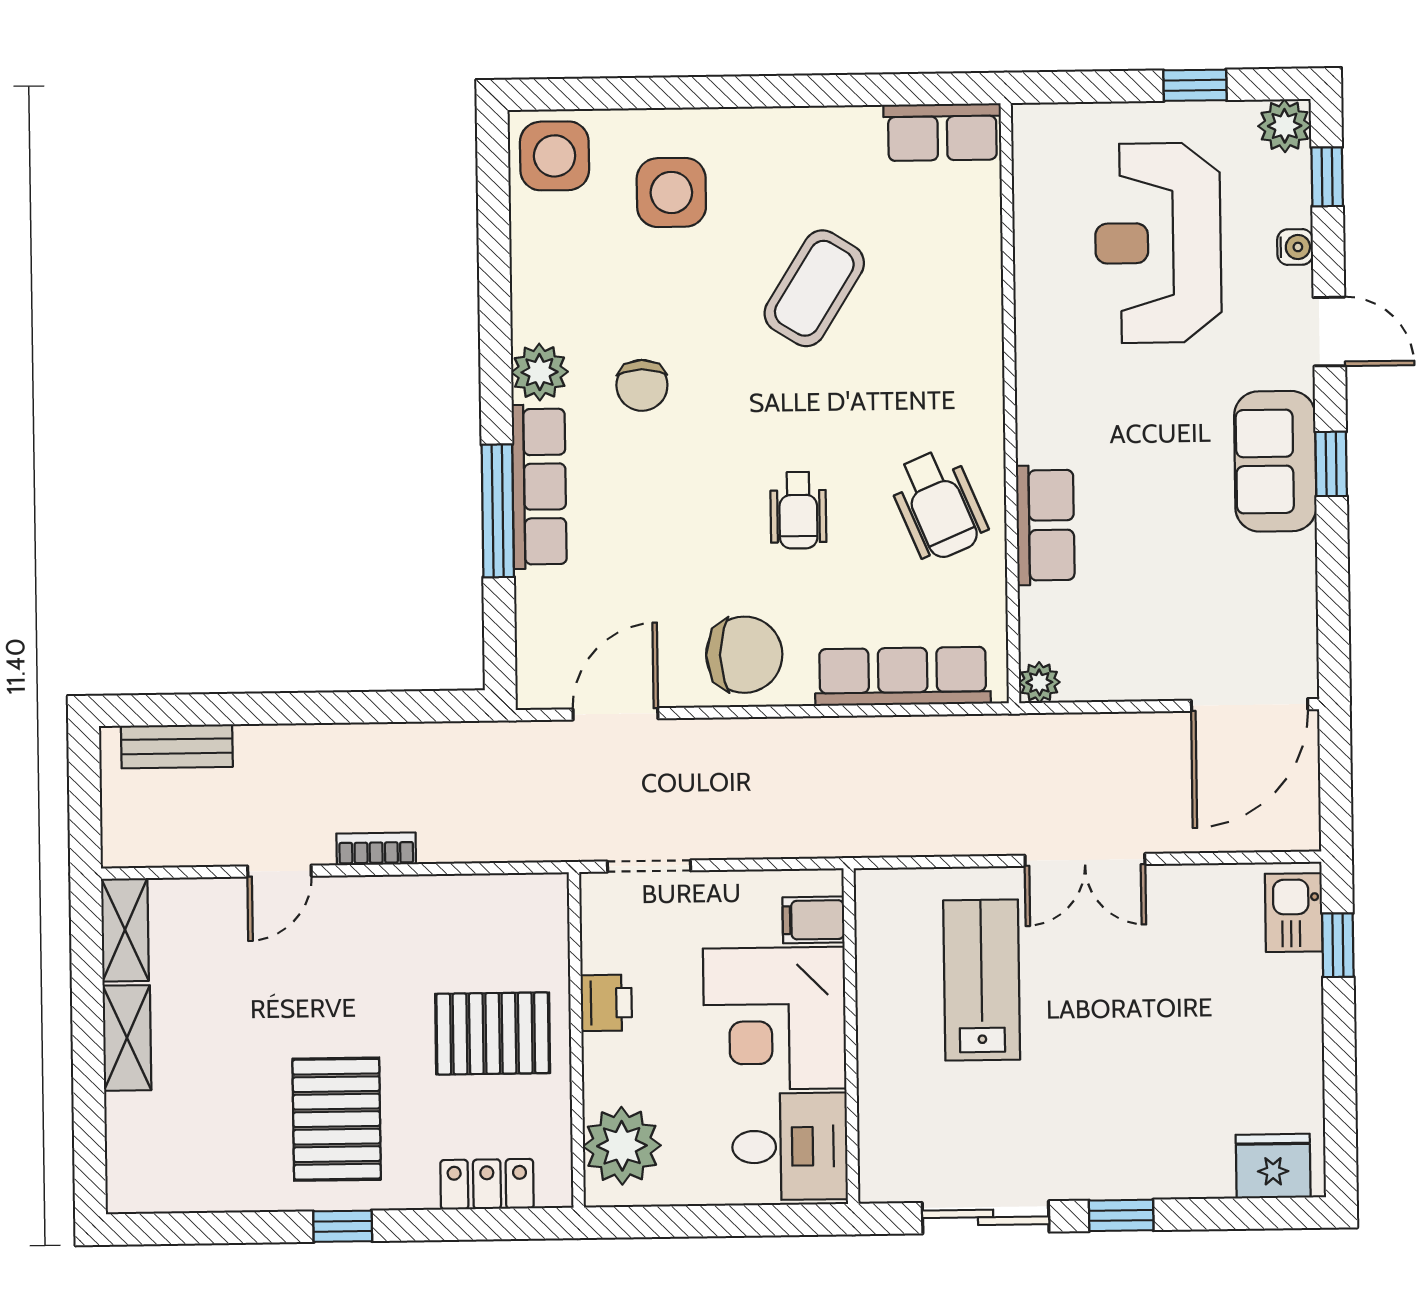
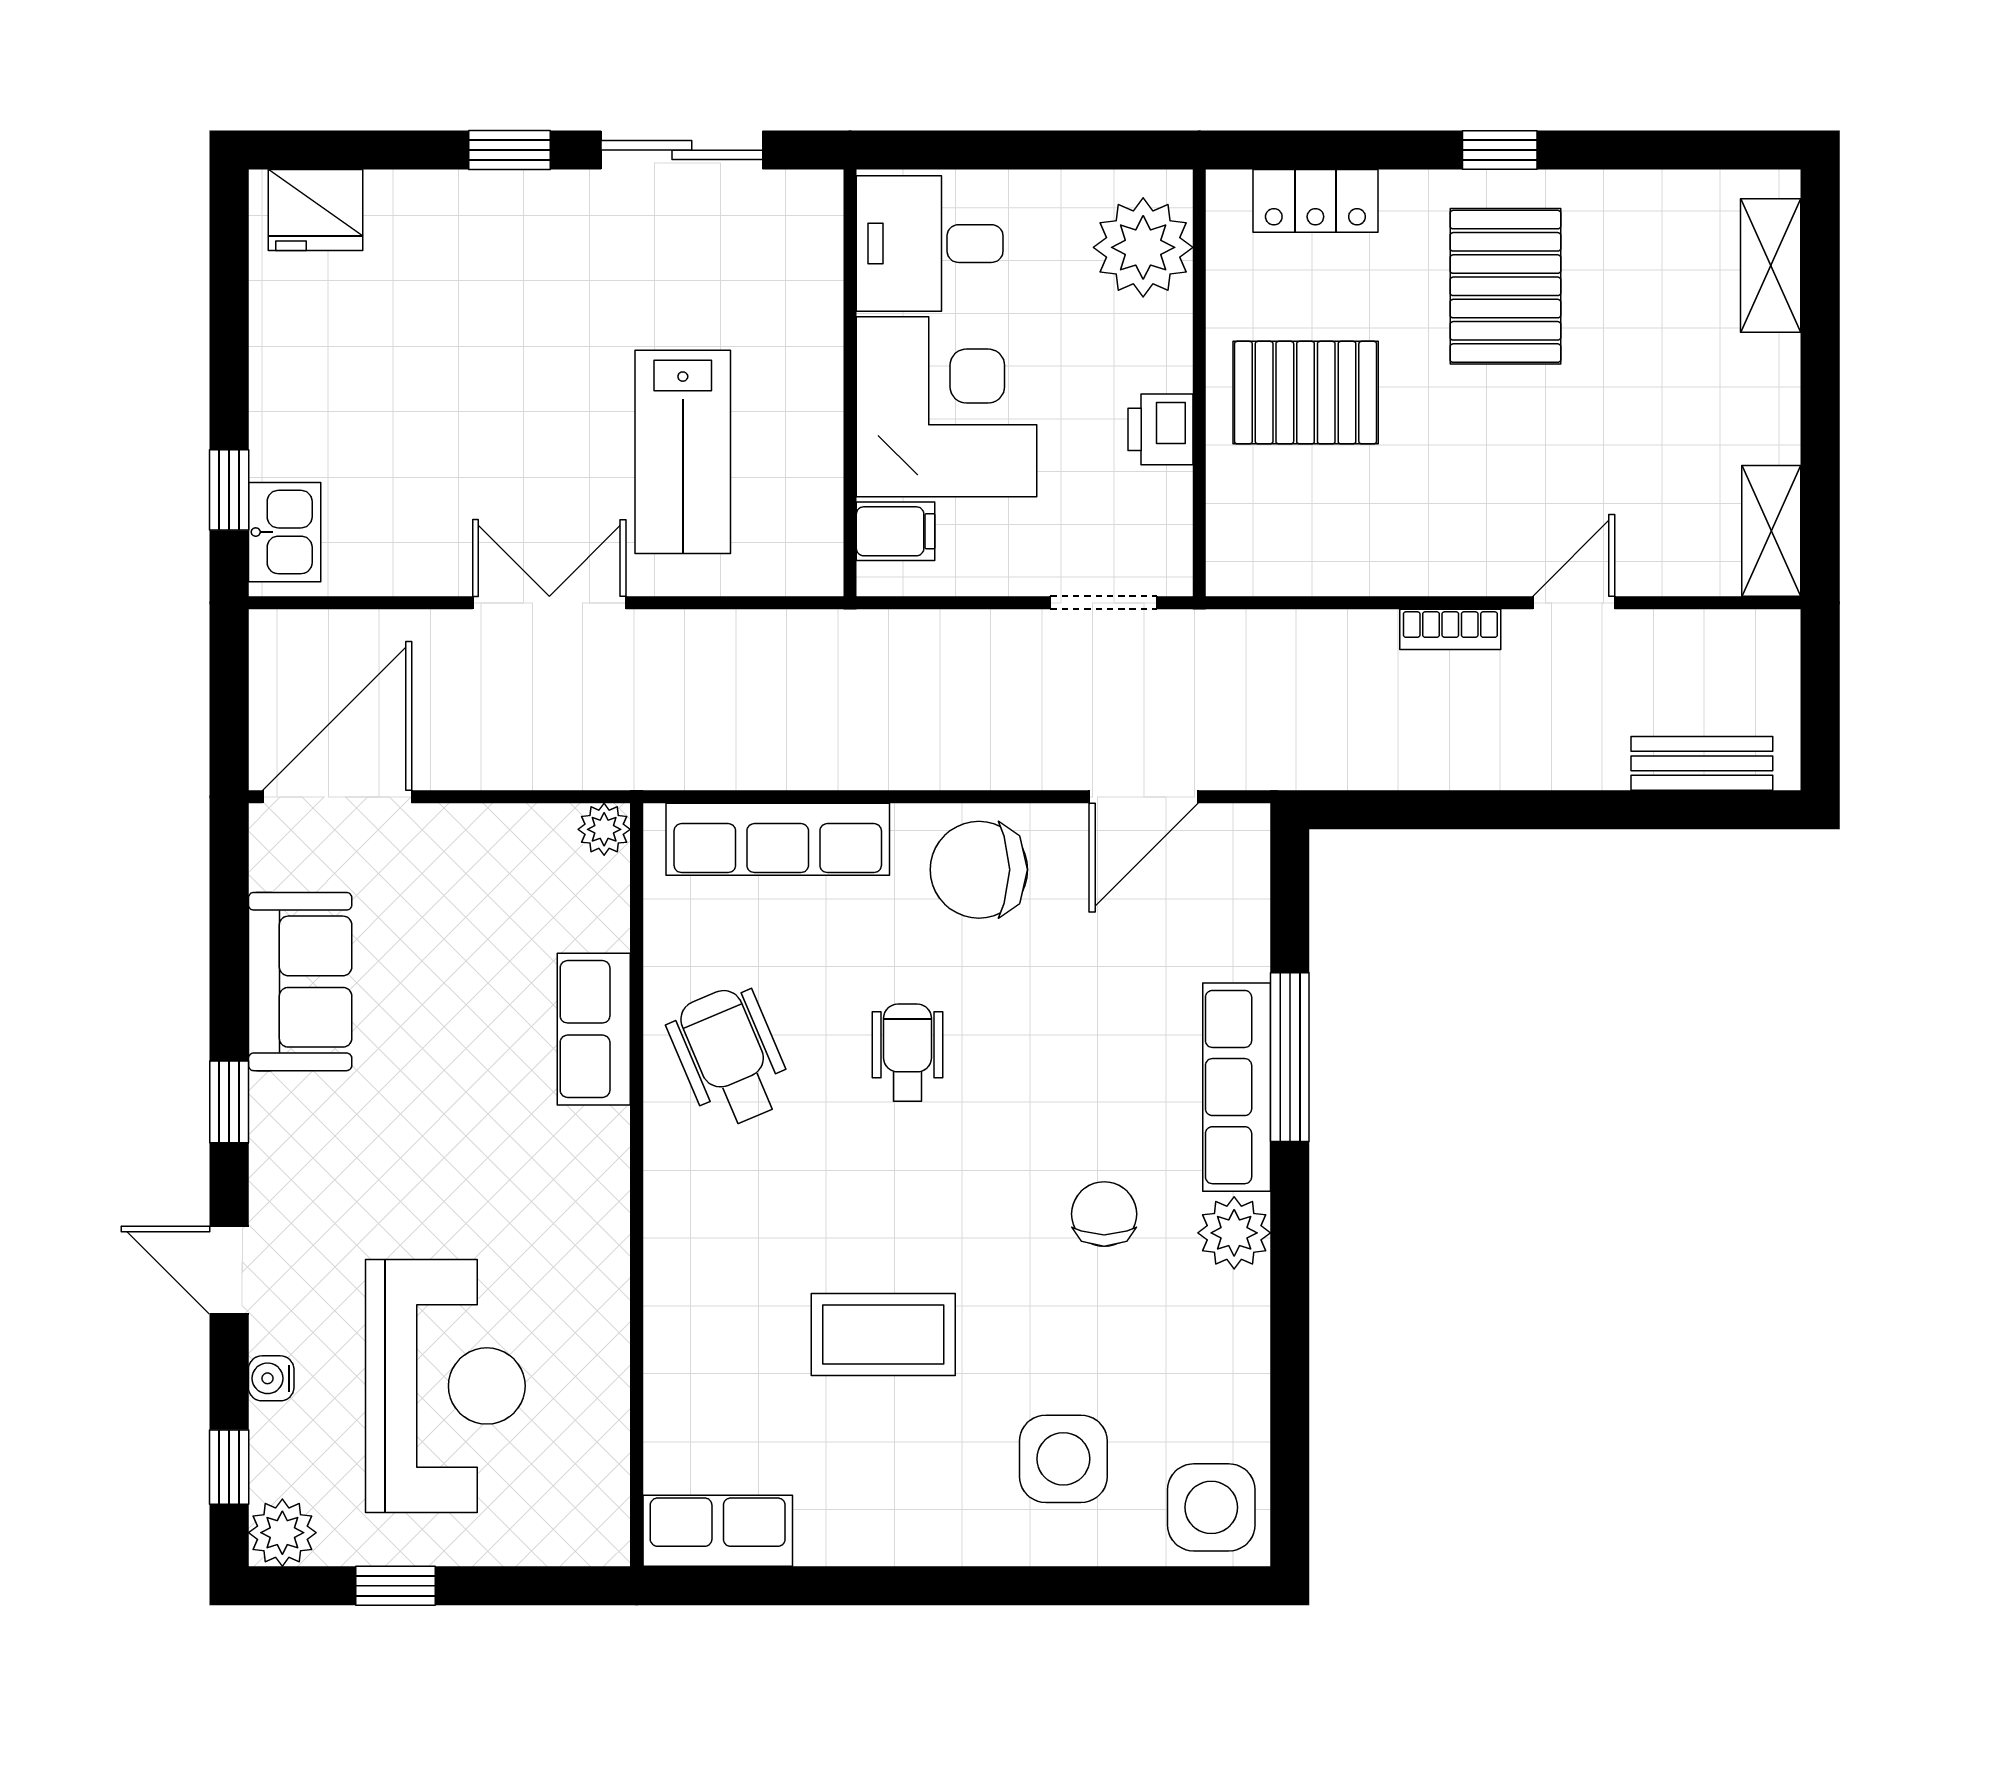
coffee table: (814, 288) -> (883, 1334), turned 58
sofa: (1275, 461) -> (300, 982), moved
shelving: (127, 1038) -> (1771, 266), moved

